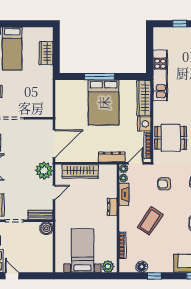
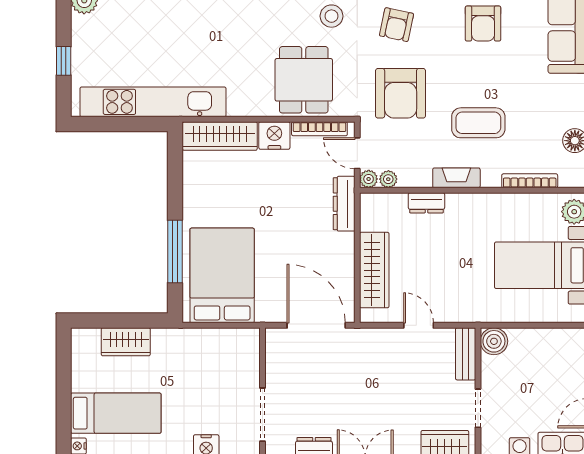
kitchen unit: (160, 75) -> (153, 102), width x1.36
window: (99, 77) -> (175, 251), moved
bed: (104, 103) -> (222, 275), moved, turned -90
plant: (44, 171) -> (373, 346), removed
armchair: (164, 184) -> (401, 93), width x1.88, depth x1.88
fireplace: (124, 194) -> (456, 178), moved
dresser: (112, 207) -> (426, 203), moved
coffee table: (150, 221) -> (478, 123), turned -34

